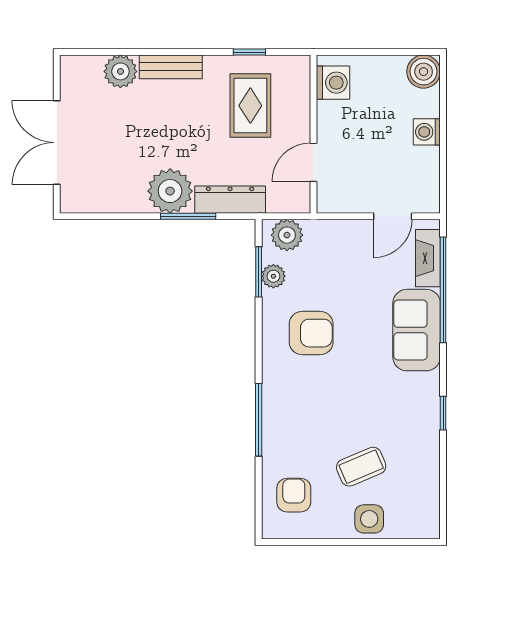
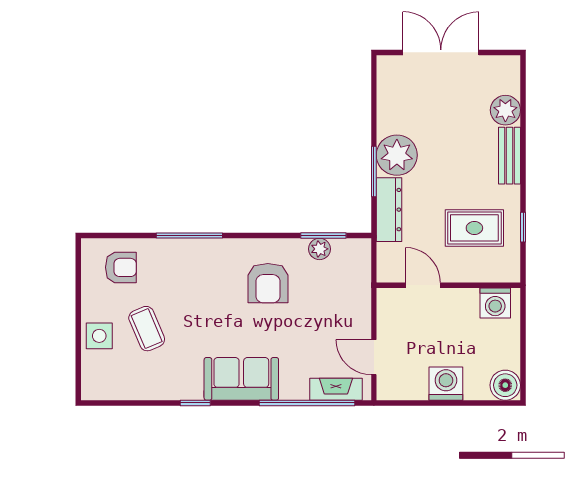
washing machine: (427, 132) -> (446, 384), width x1.38, depth x1.38
plant: (287, 235) -> (357, 261), removed
sofa: (417, 330) -> (241, 379), moved

